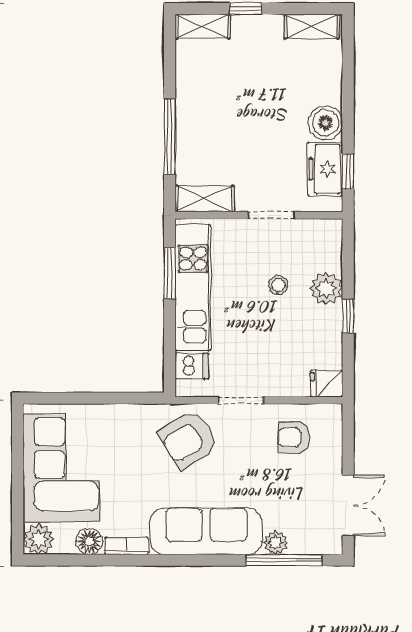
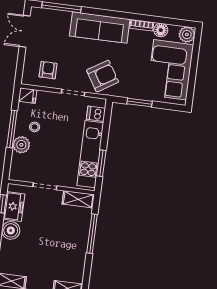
stool: (278, 285) -> (35, 127), moved
window: (348, 316) -> (12, 129), width x2.17
window: (112, 398) -> (139, 102), added
armchair: (294, 437) -> (48, 70), turned -90
plant: (276, 543) -> (65, 17), removed

